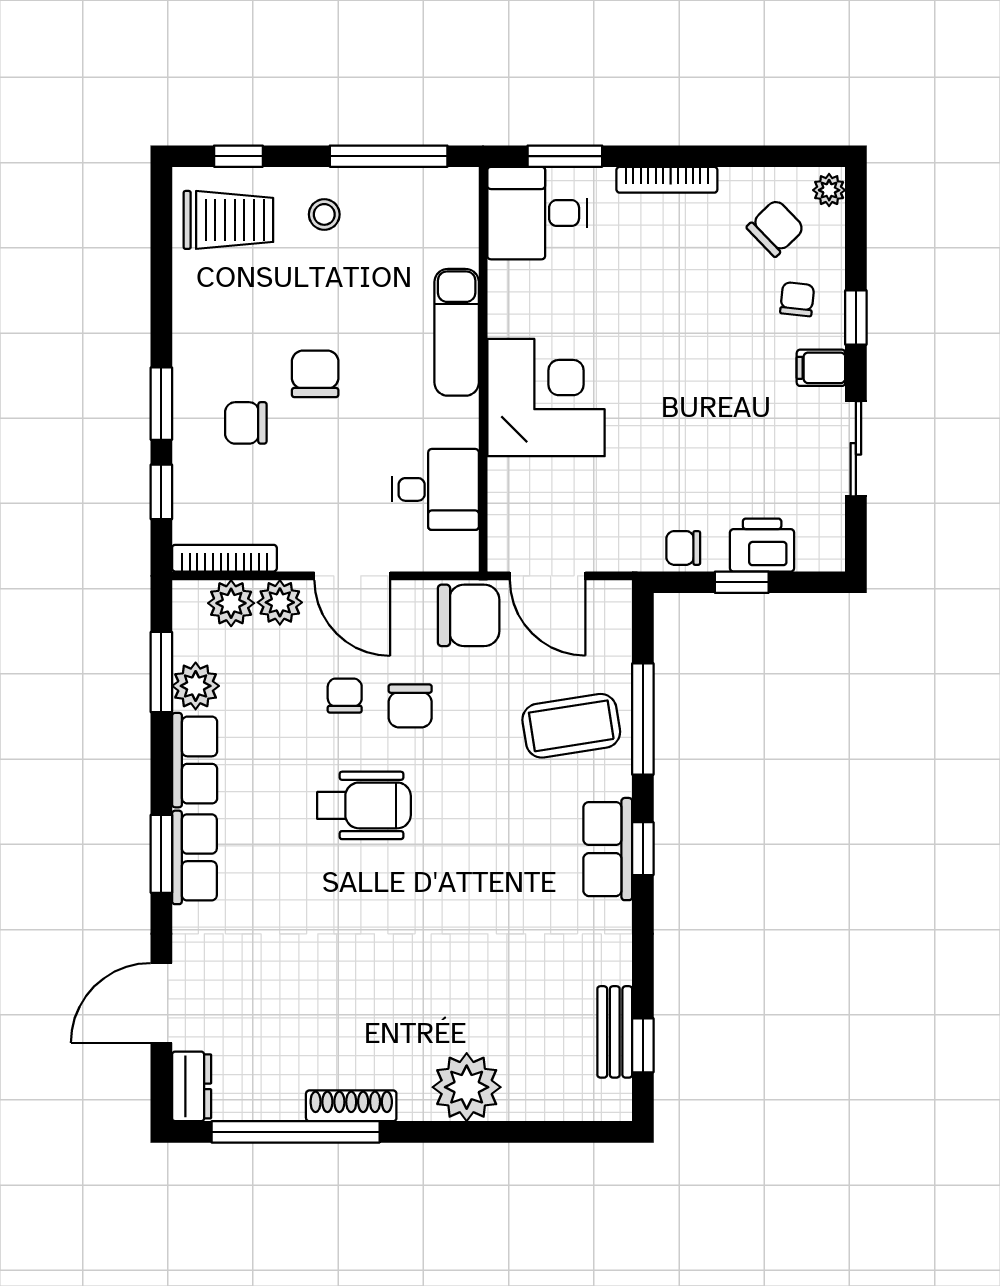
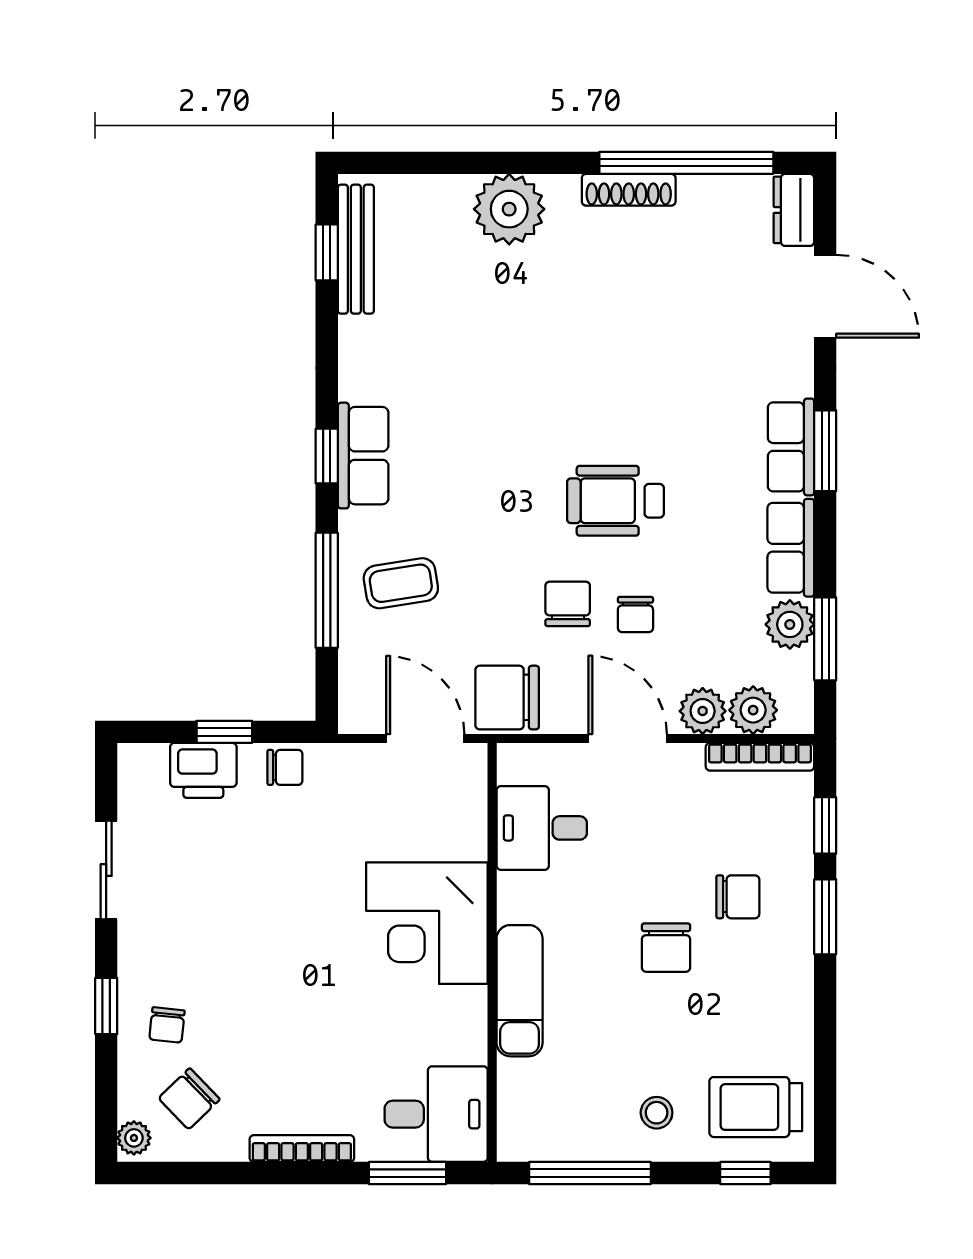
filing cabinet: (821, 368) -> (142, 954), removed
coffee table: (571, 726) -> (401, 583), width x0.73, depth x0.77
door: (161, 1003) -> (825, 296), hinge flipped
bench: (615, 1032) -> (356, 249), width x1.36

